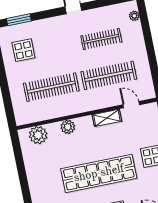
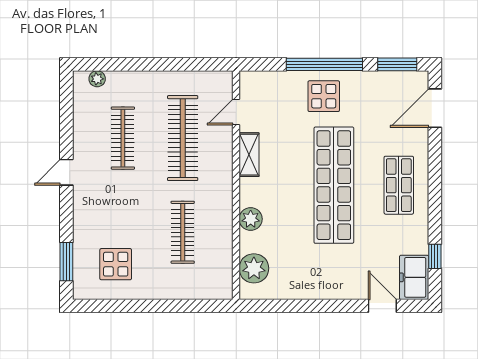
clothes rail: (51, 87) -> (183, 232), width x0.73, depth x0.76

